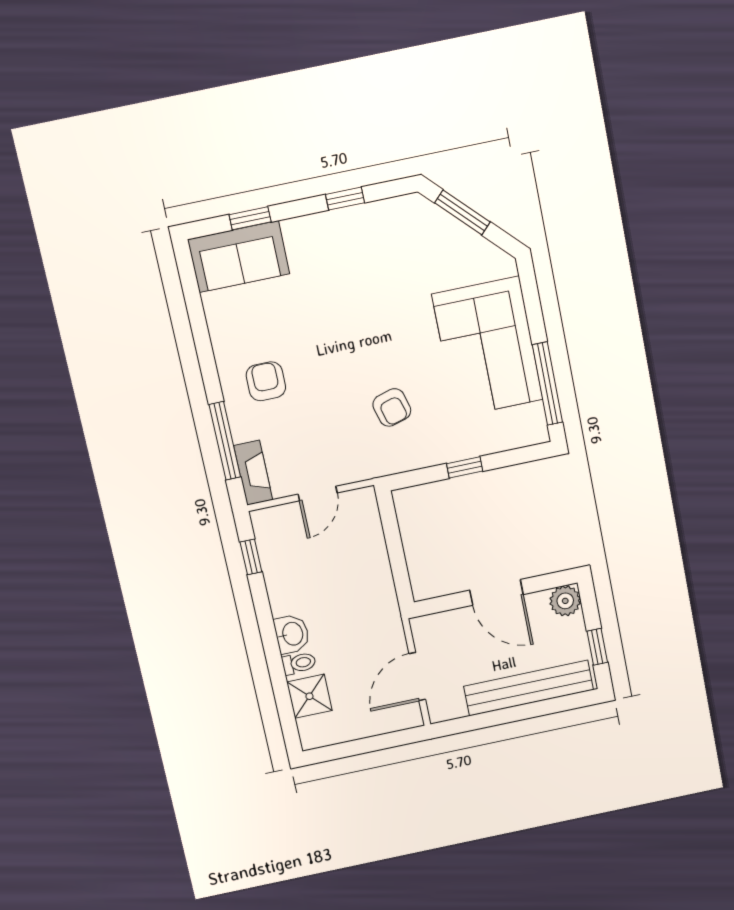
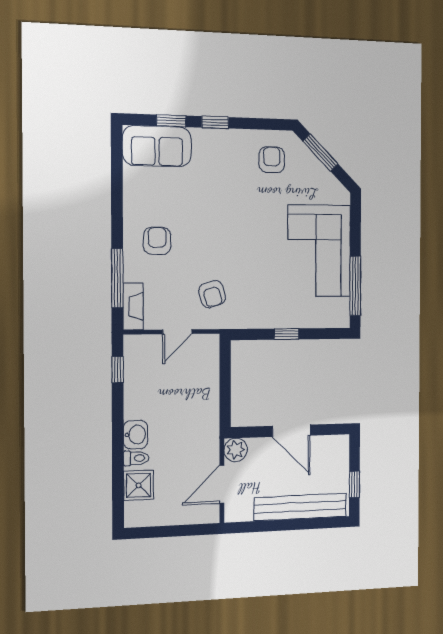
window: (345, 199) -> (215, 122), moved
armchair: (397, 238) -> (272, 160), added
armchair: (392, 407) -> (212, 294), moved
plant: (565, 601) -> (236, 450), moved

